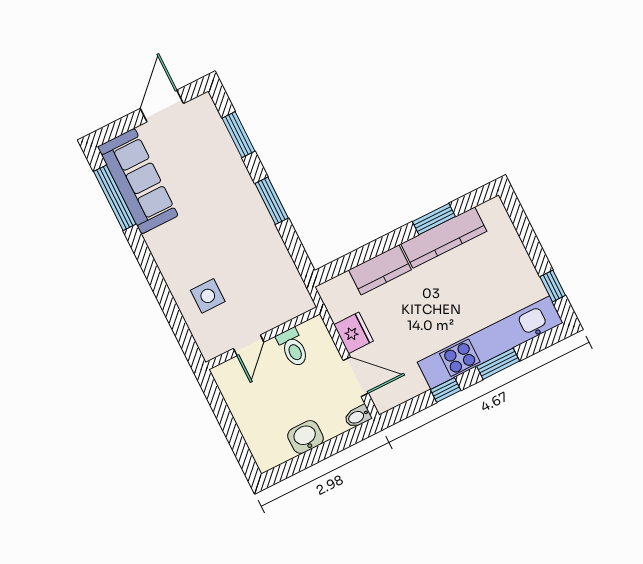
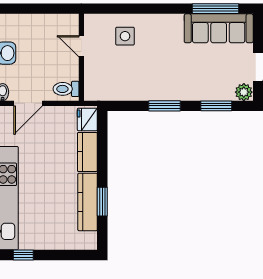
plant: (203, 108) -> (244, 92), added
fridge: (354, 333) -> (87, 119), moved, turned 90
toilet: (293, 348) -> (66, 89), moved

